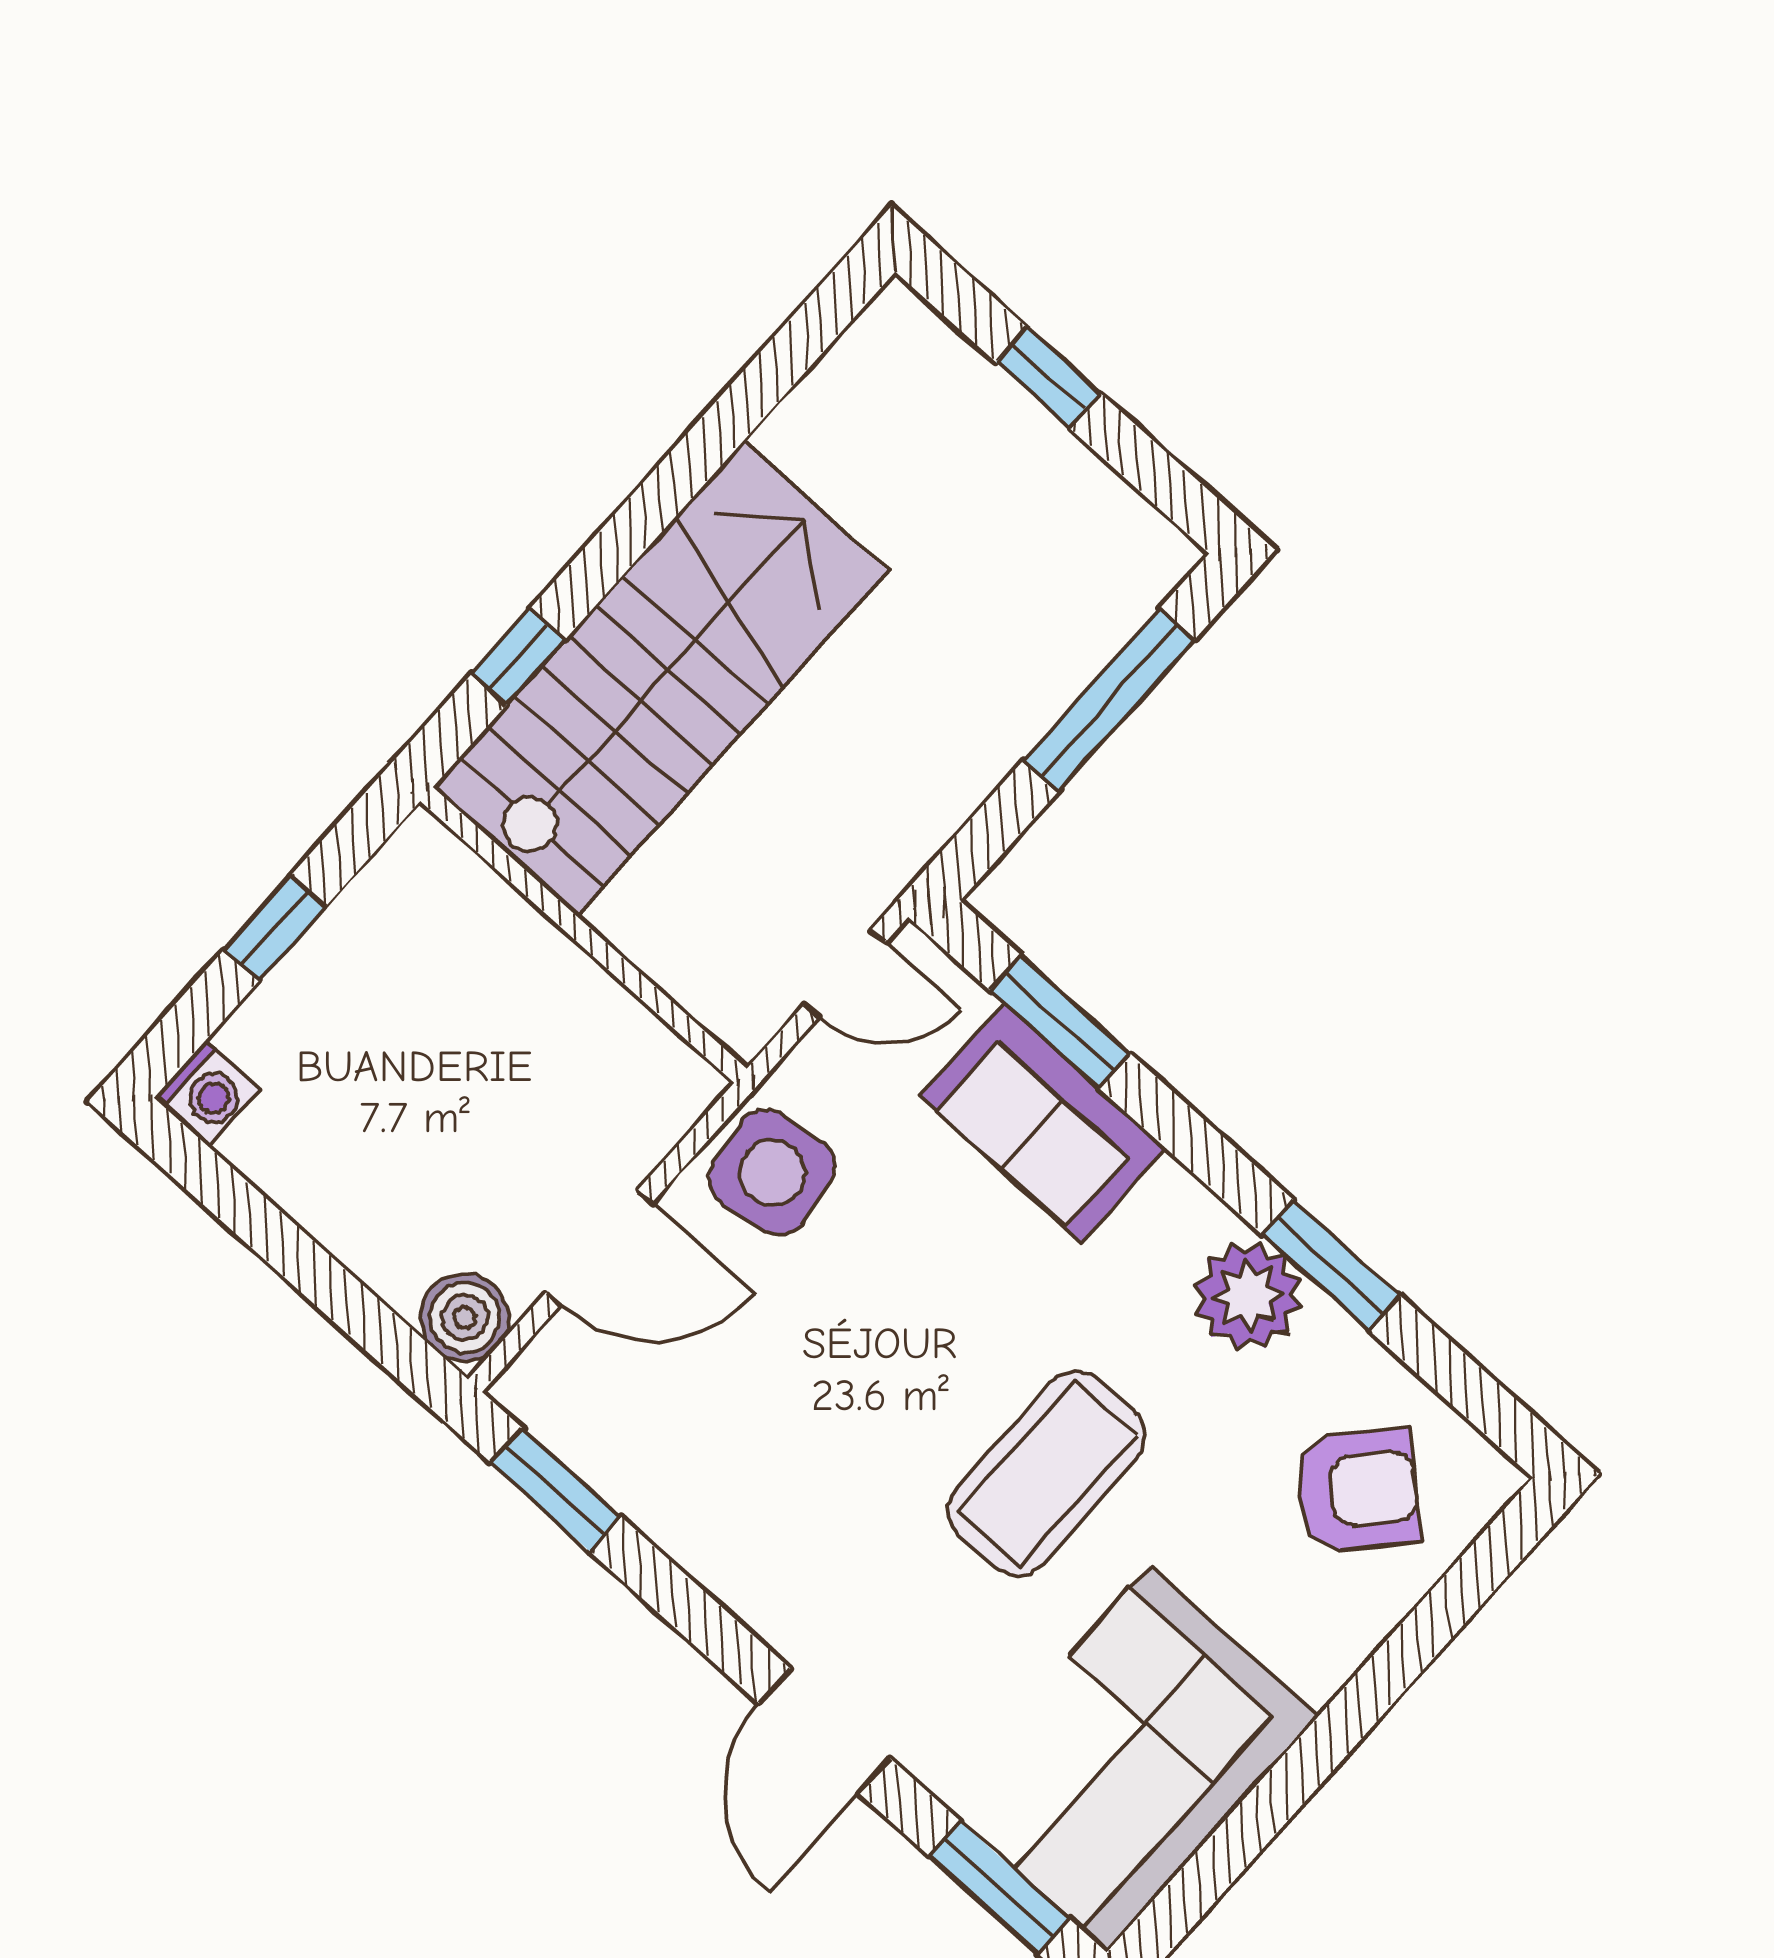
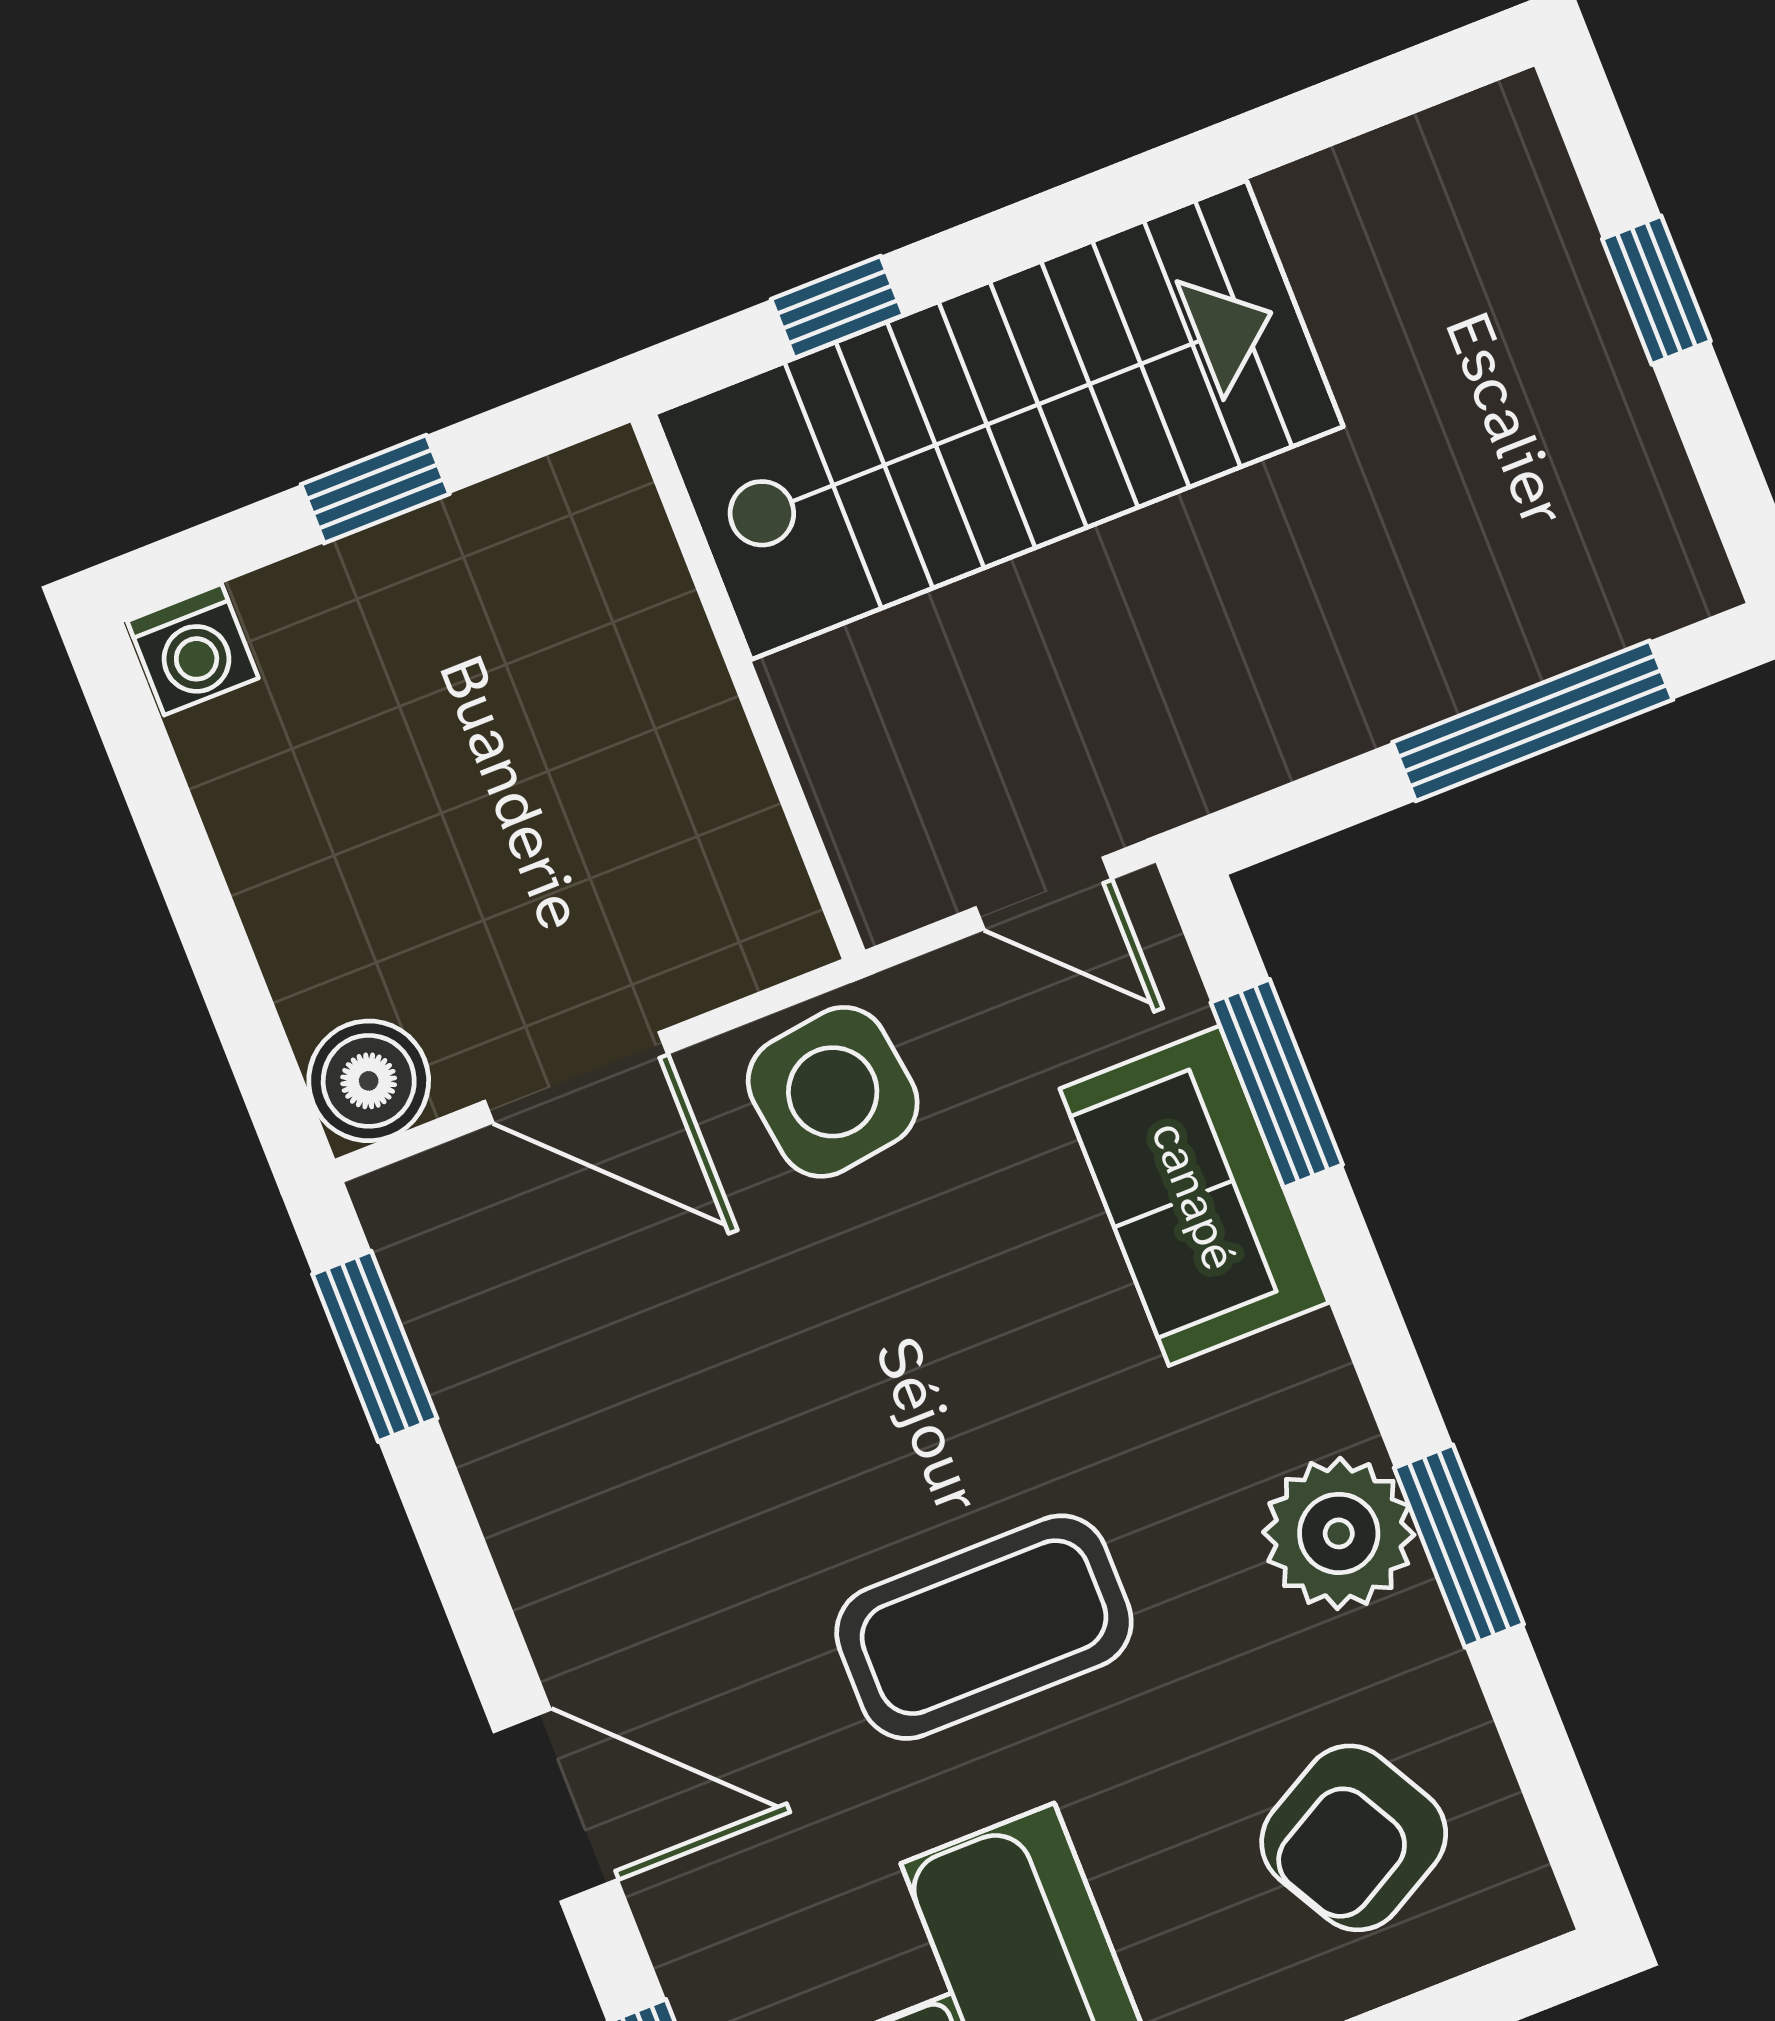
armchair: (1358, 1490) -> (1354, 1838), turned 109
door: (825, 1731) -> (556, 1806), swing flipped

